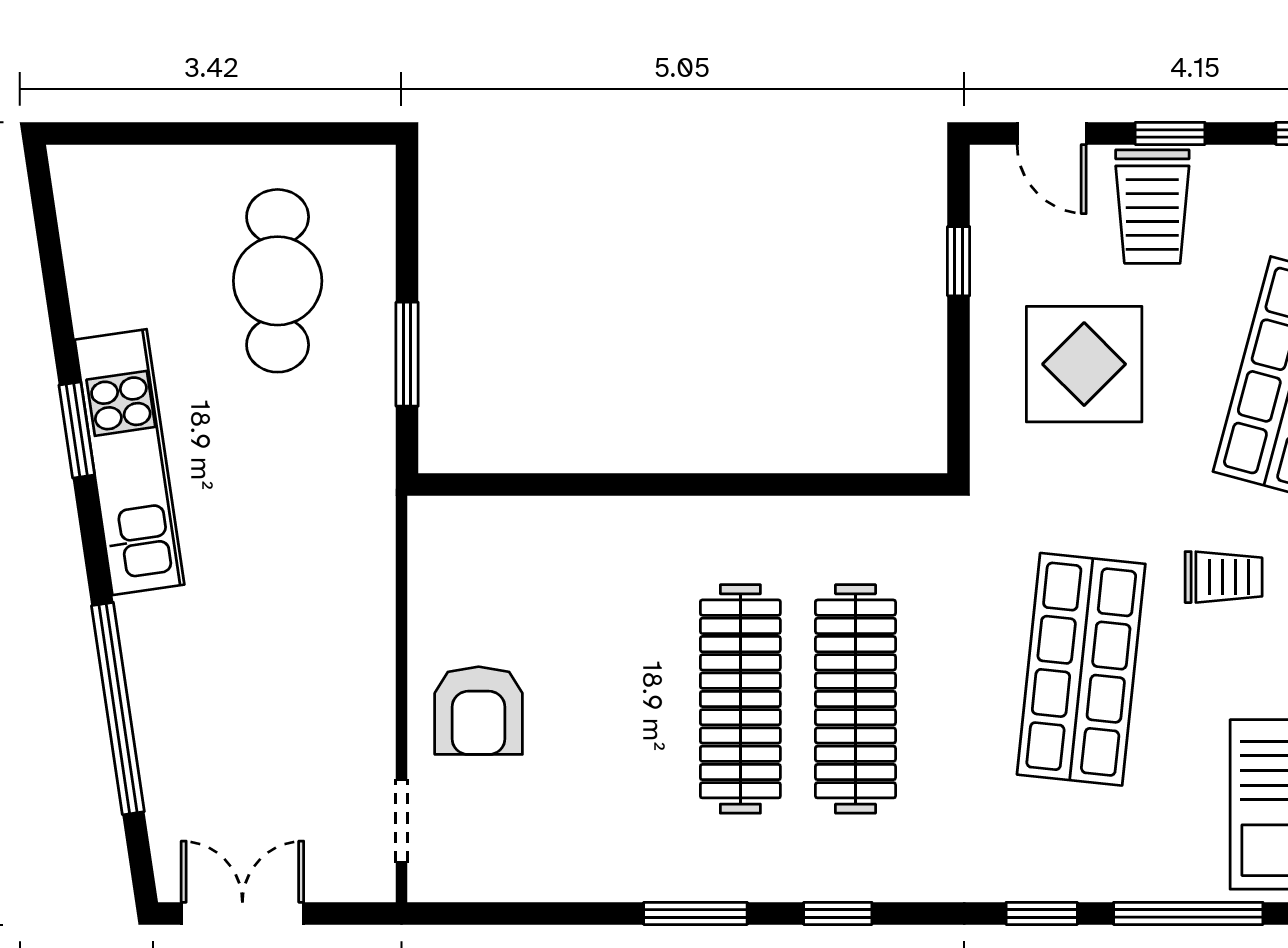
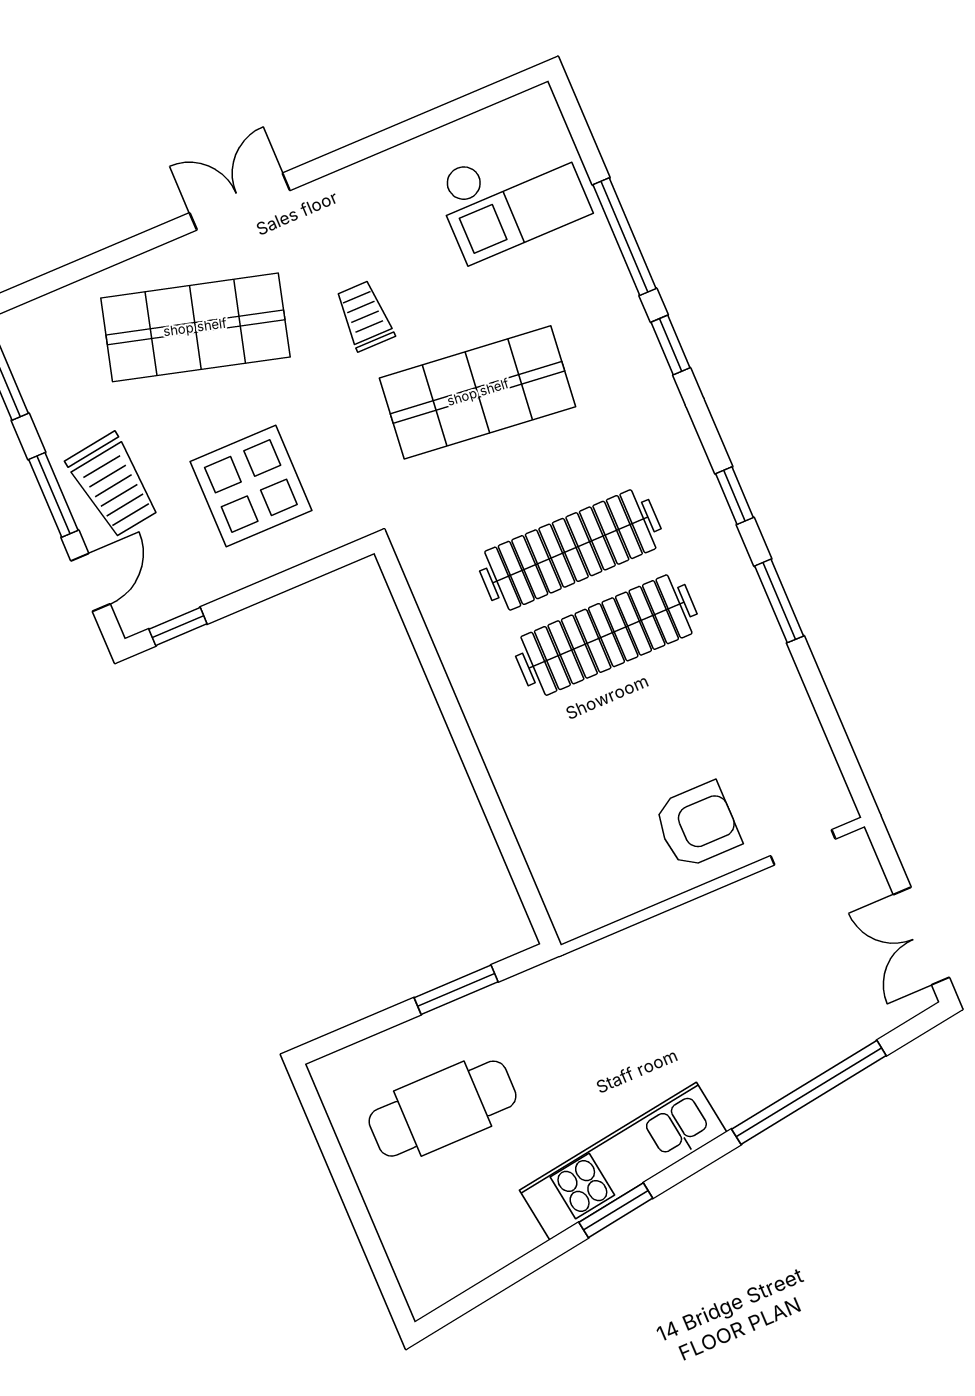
window: (1170, 133) -> (53, 495), width x1.50
trolley: (1152, 207) -> (113, 485), turned 82
window: (959, 261) -> (178, 627), moved

